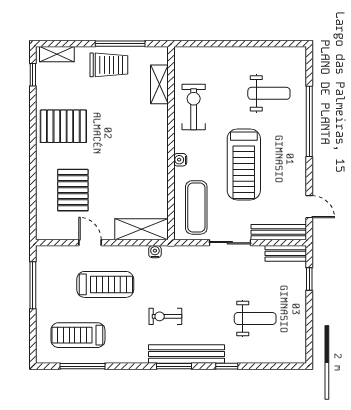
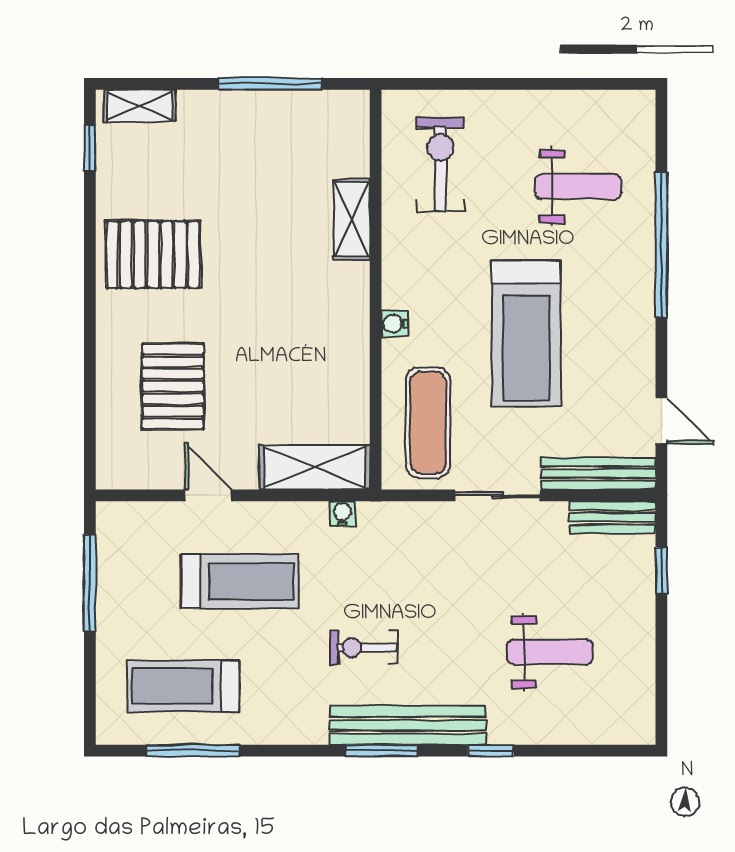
trolley: (109, 65) -> (247, 128), removed
shelving: (159, 84) -> (352, 219), moved
exercise bike: (194, 107) -> (441, 164), moved

